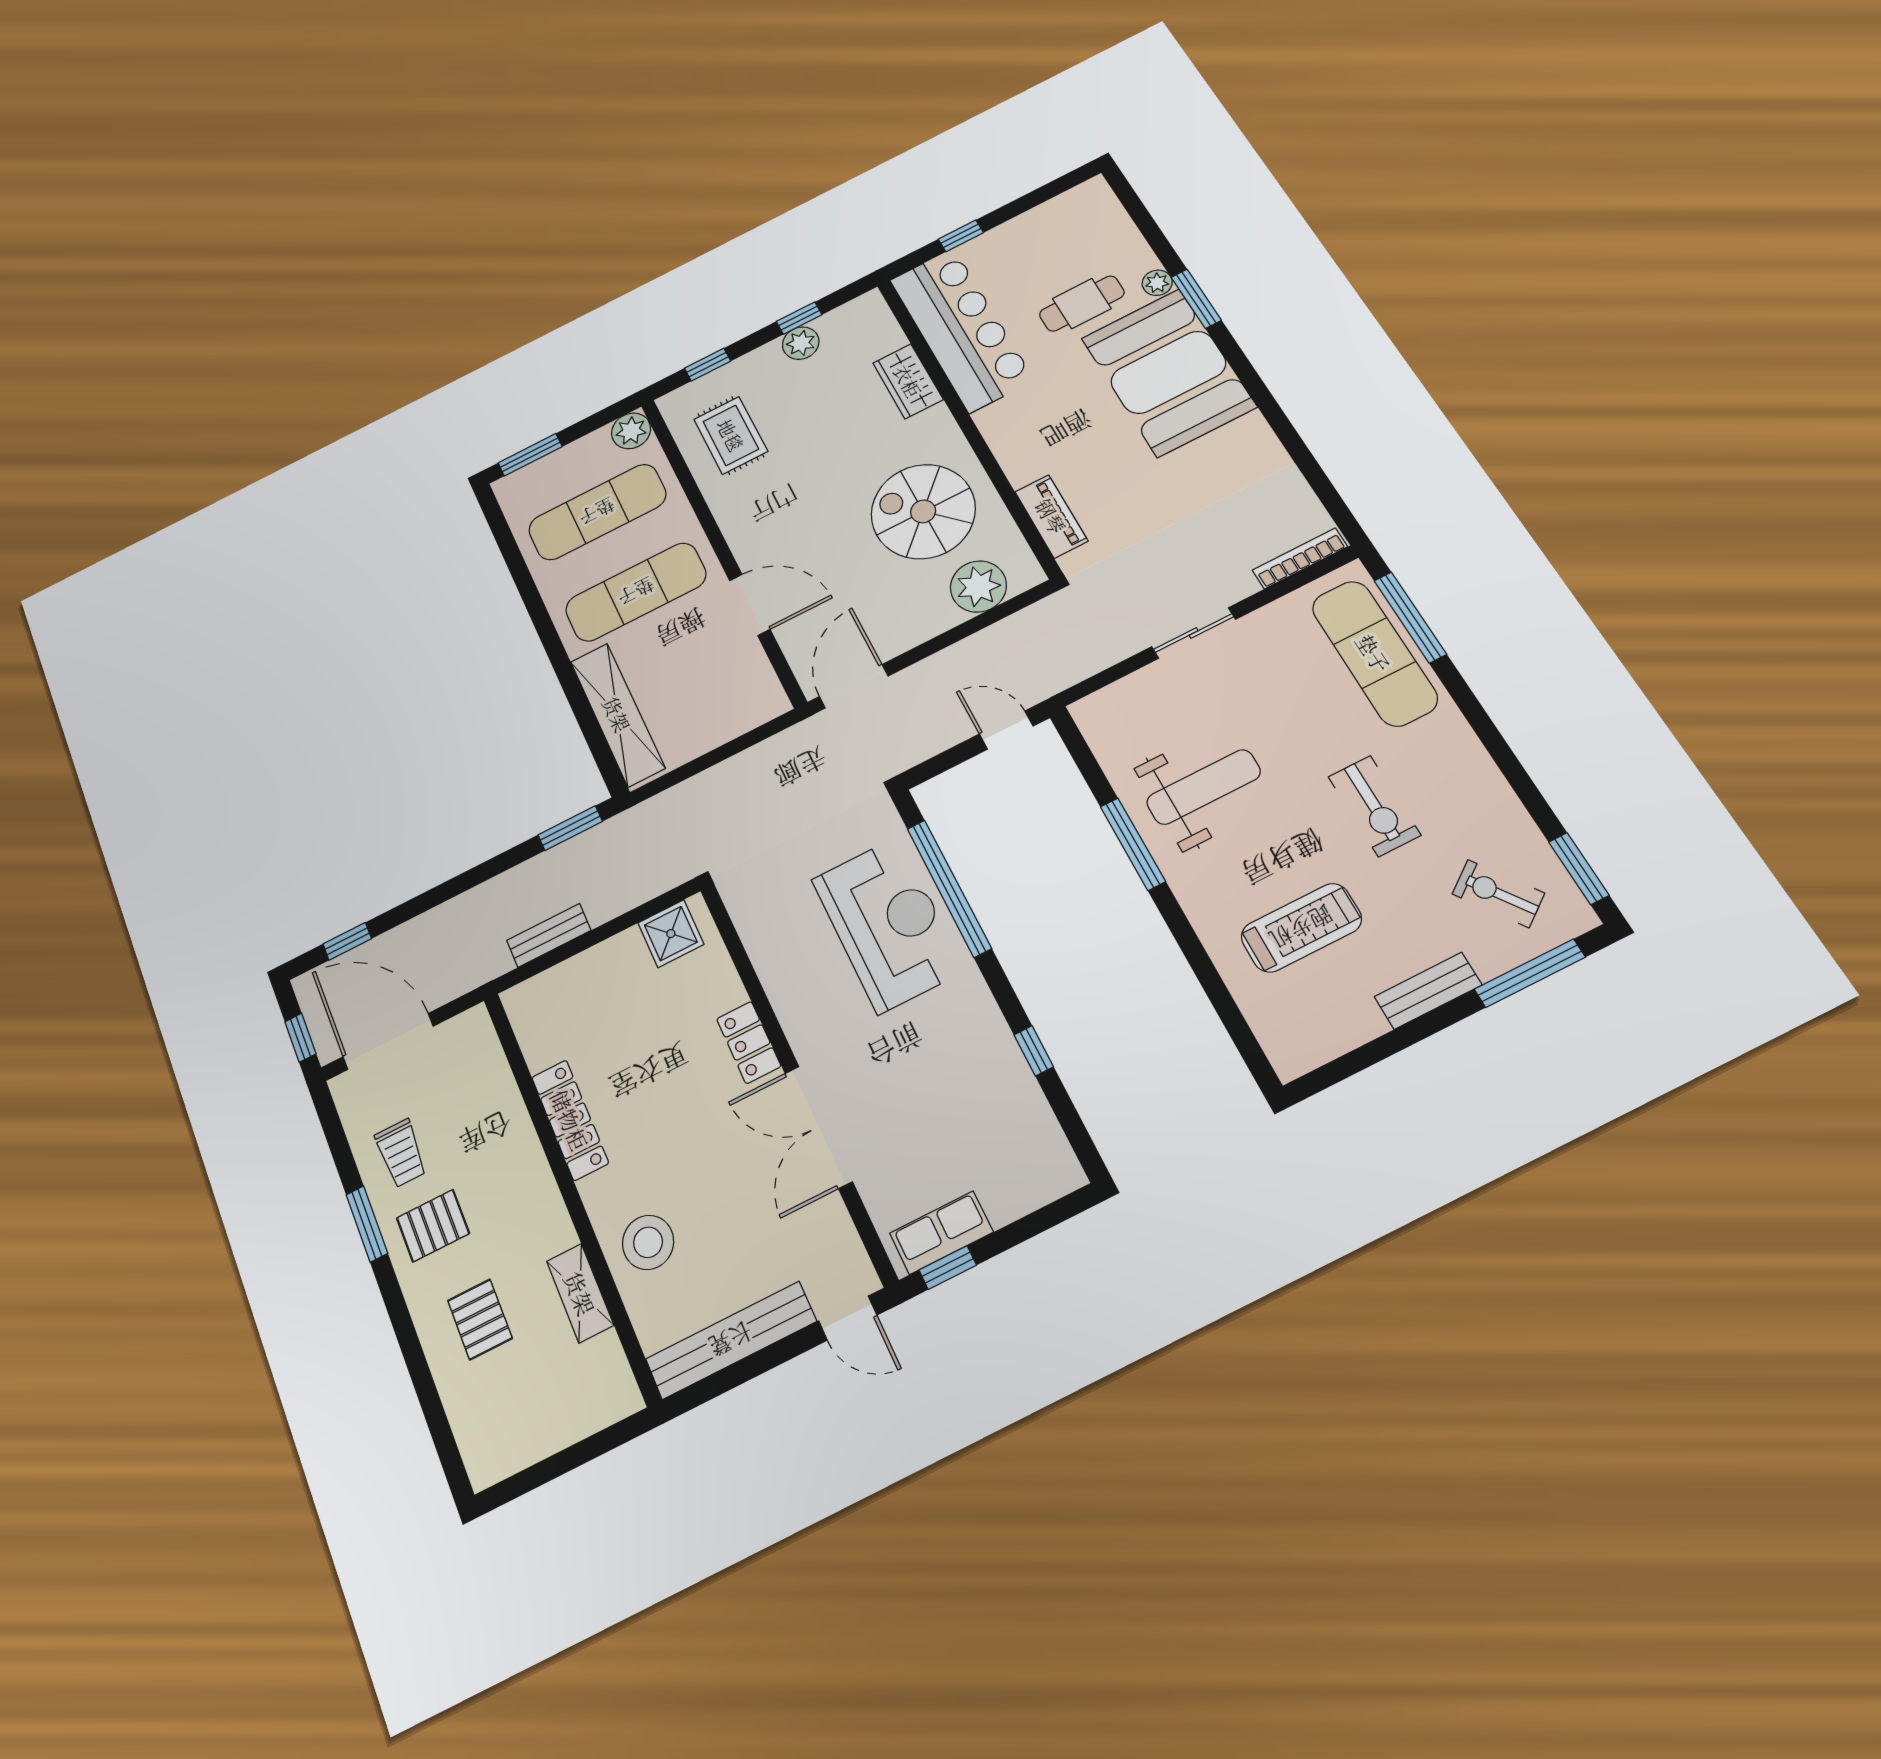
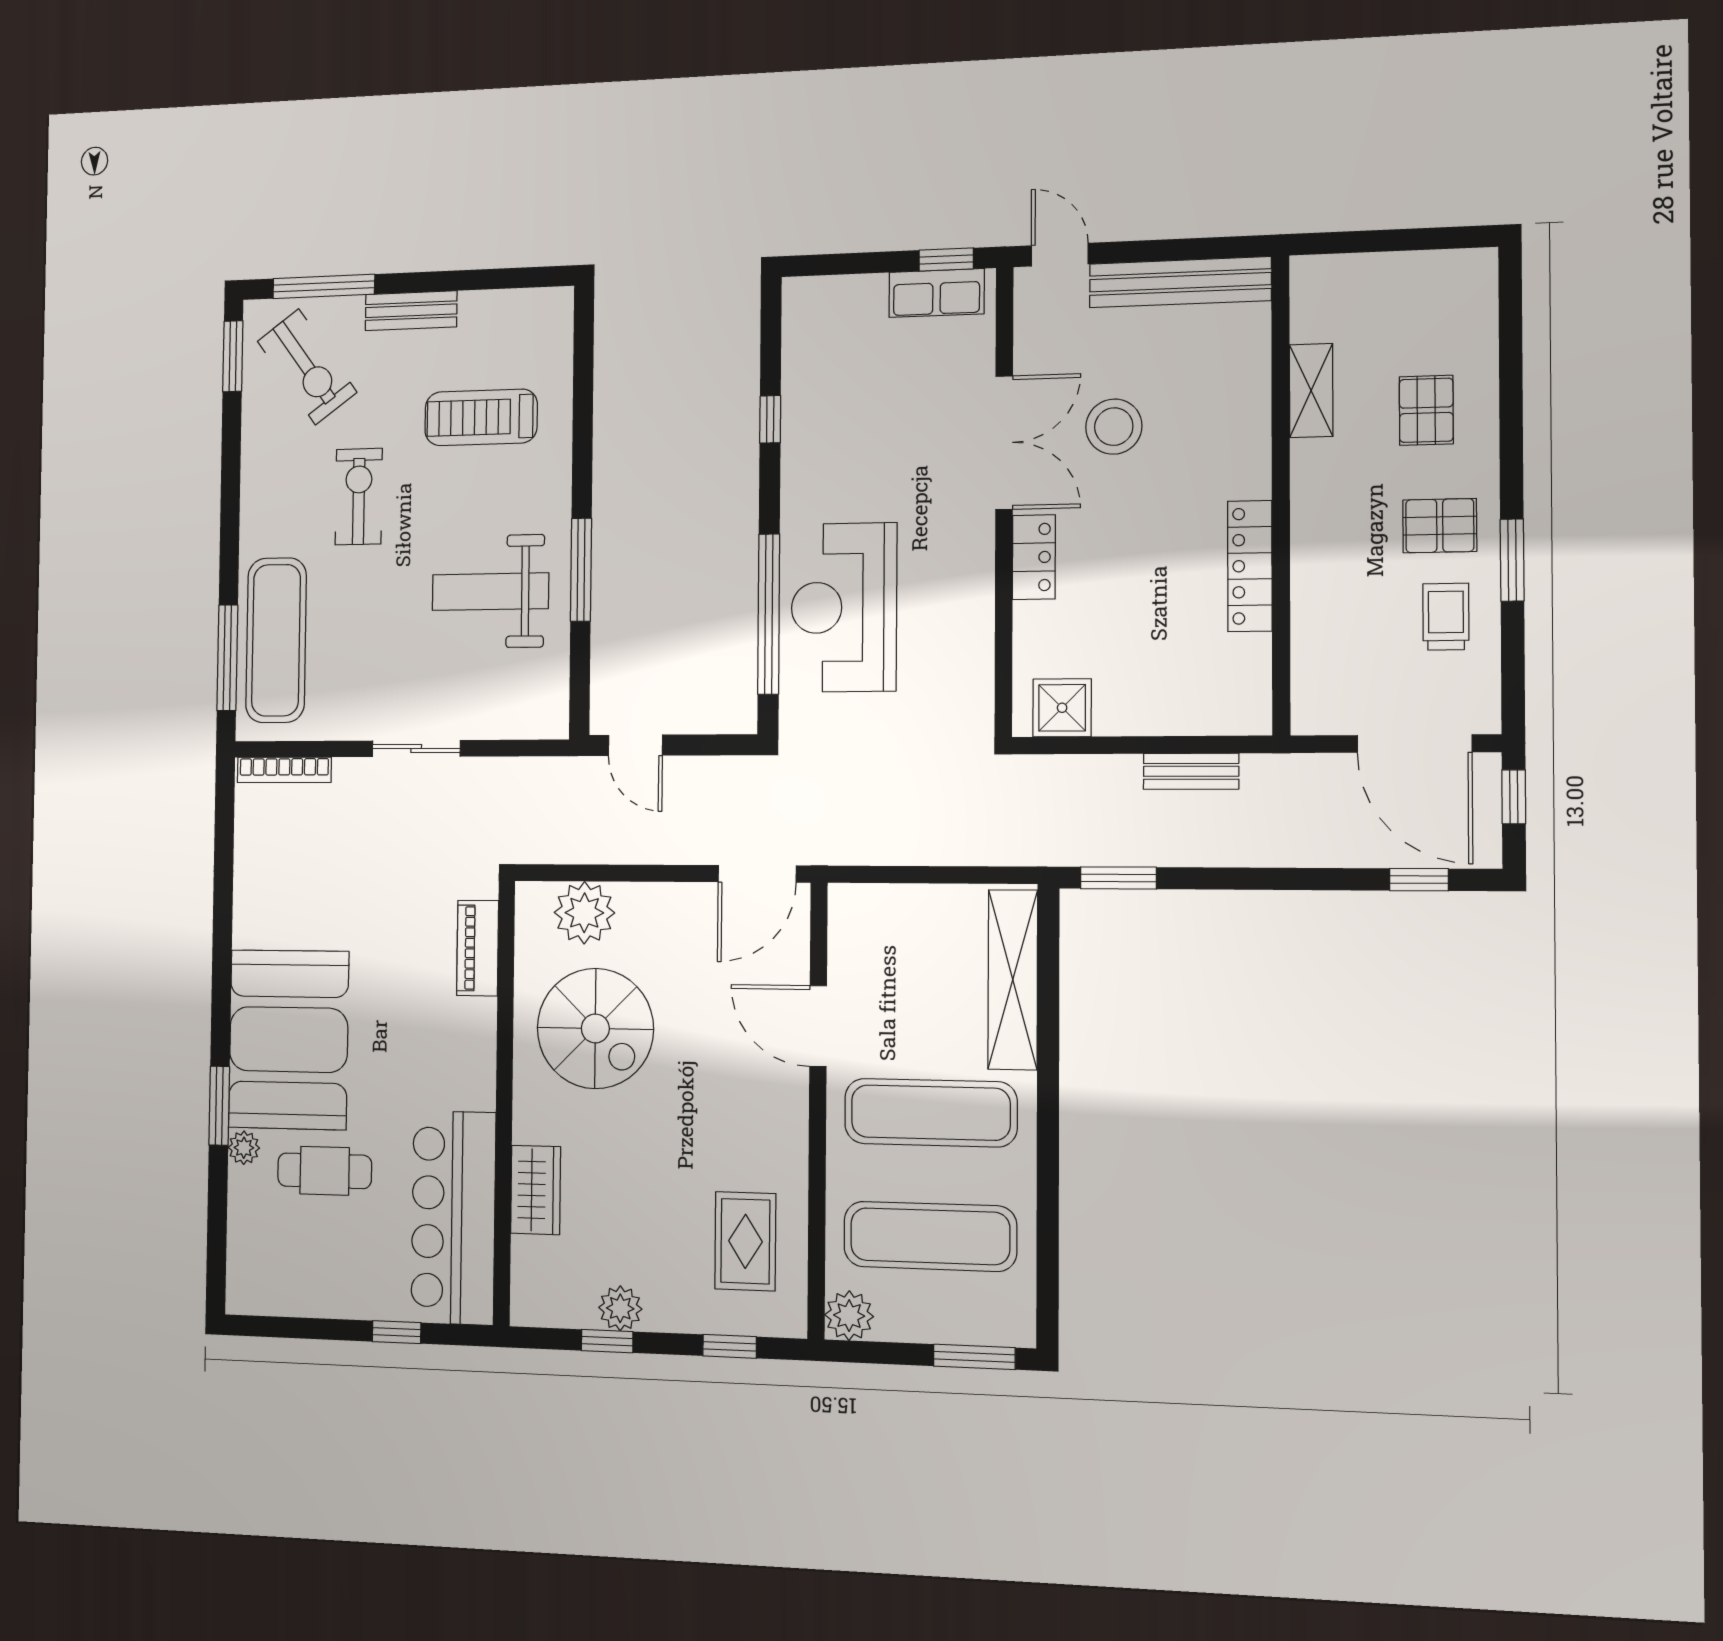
exercise bike: (1498, 894) -> (307, 367), width x1.38, depth x1.39
stool: (648, 1242) -> (1114, 427), moved

